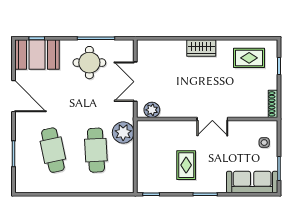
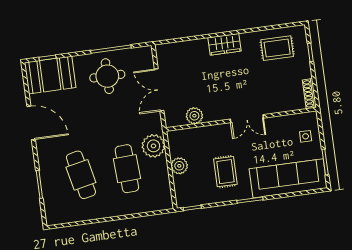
plant: (152, 110) -> (194, 116), moved
plant: (144, 154) -> (179, 166), added
sofa: (252, 182) -> (288, 178), width x1.36, depth x1.27

